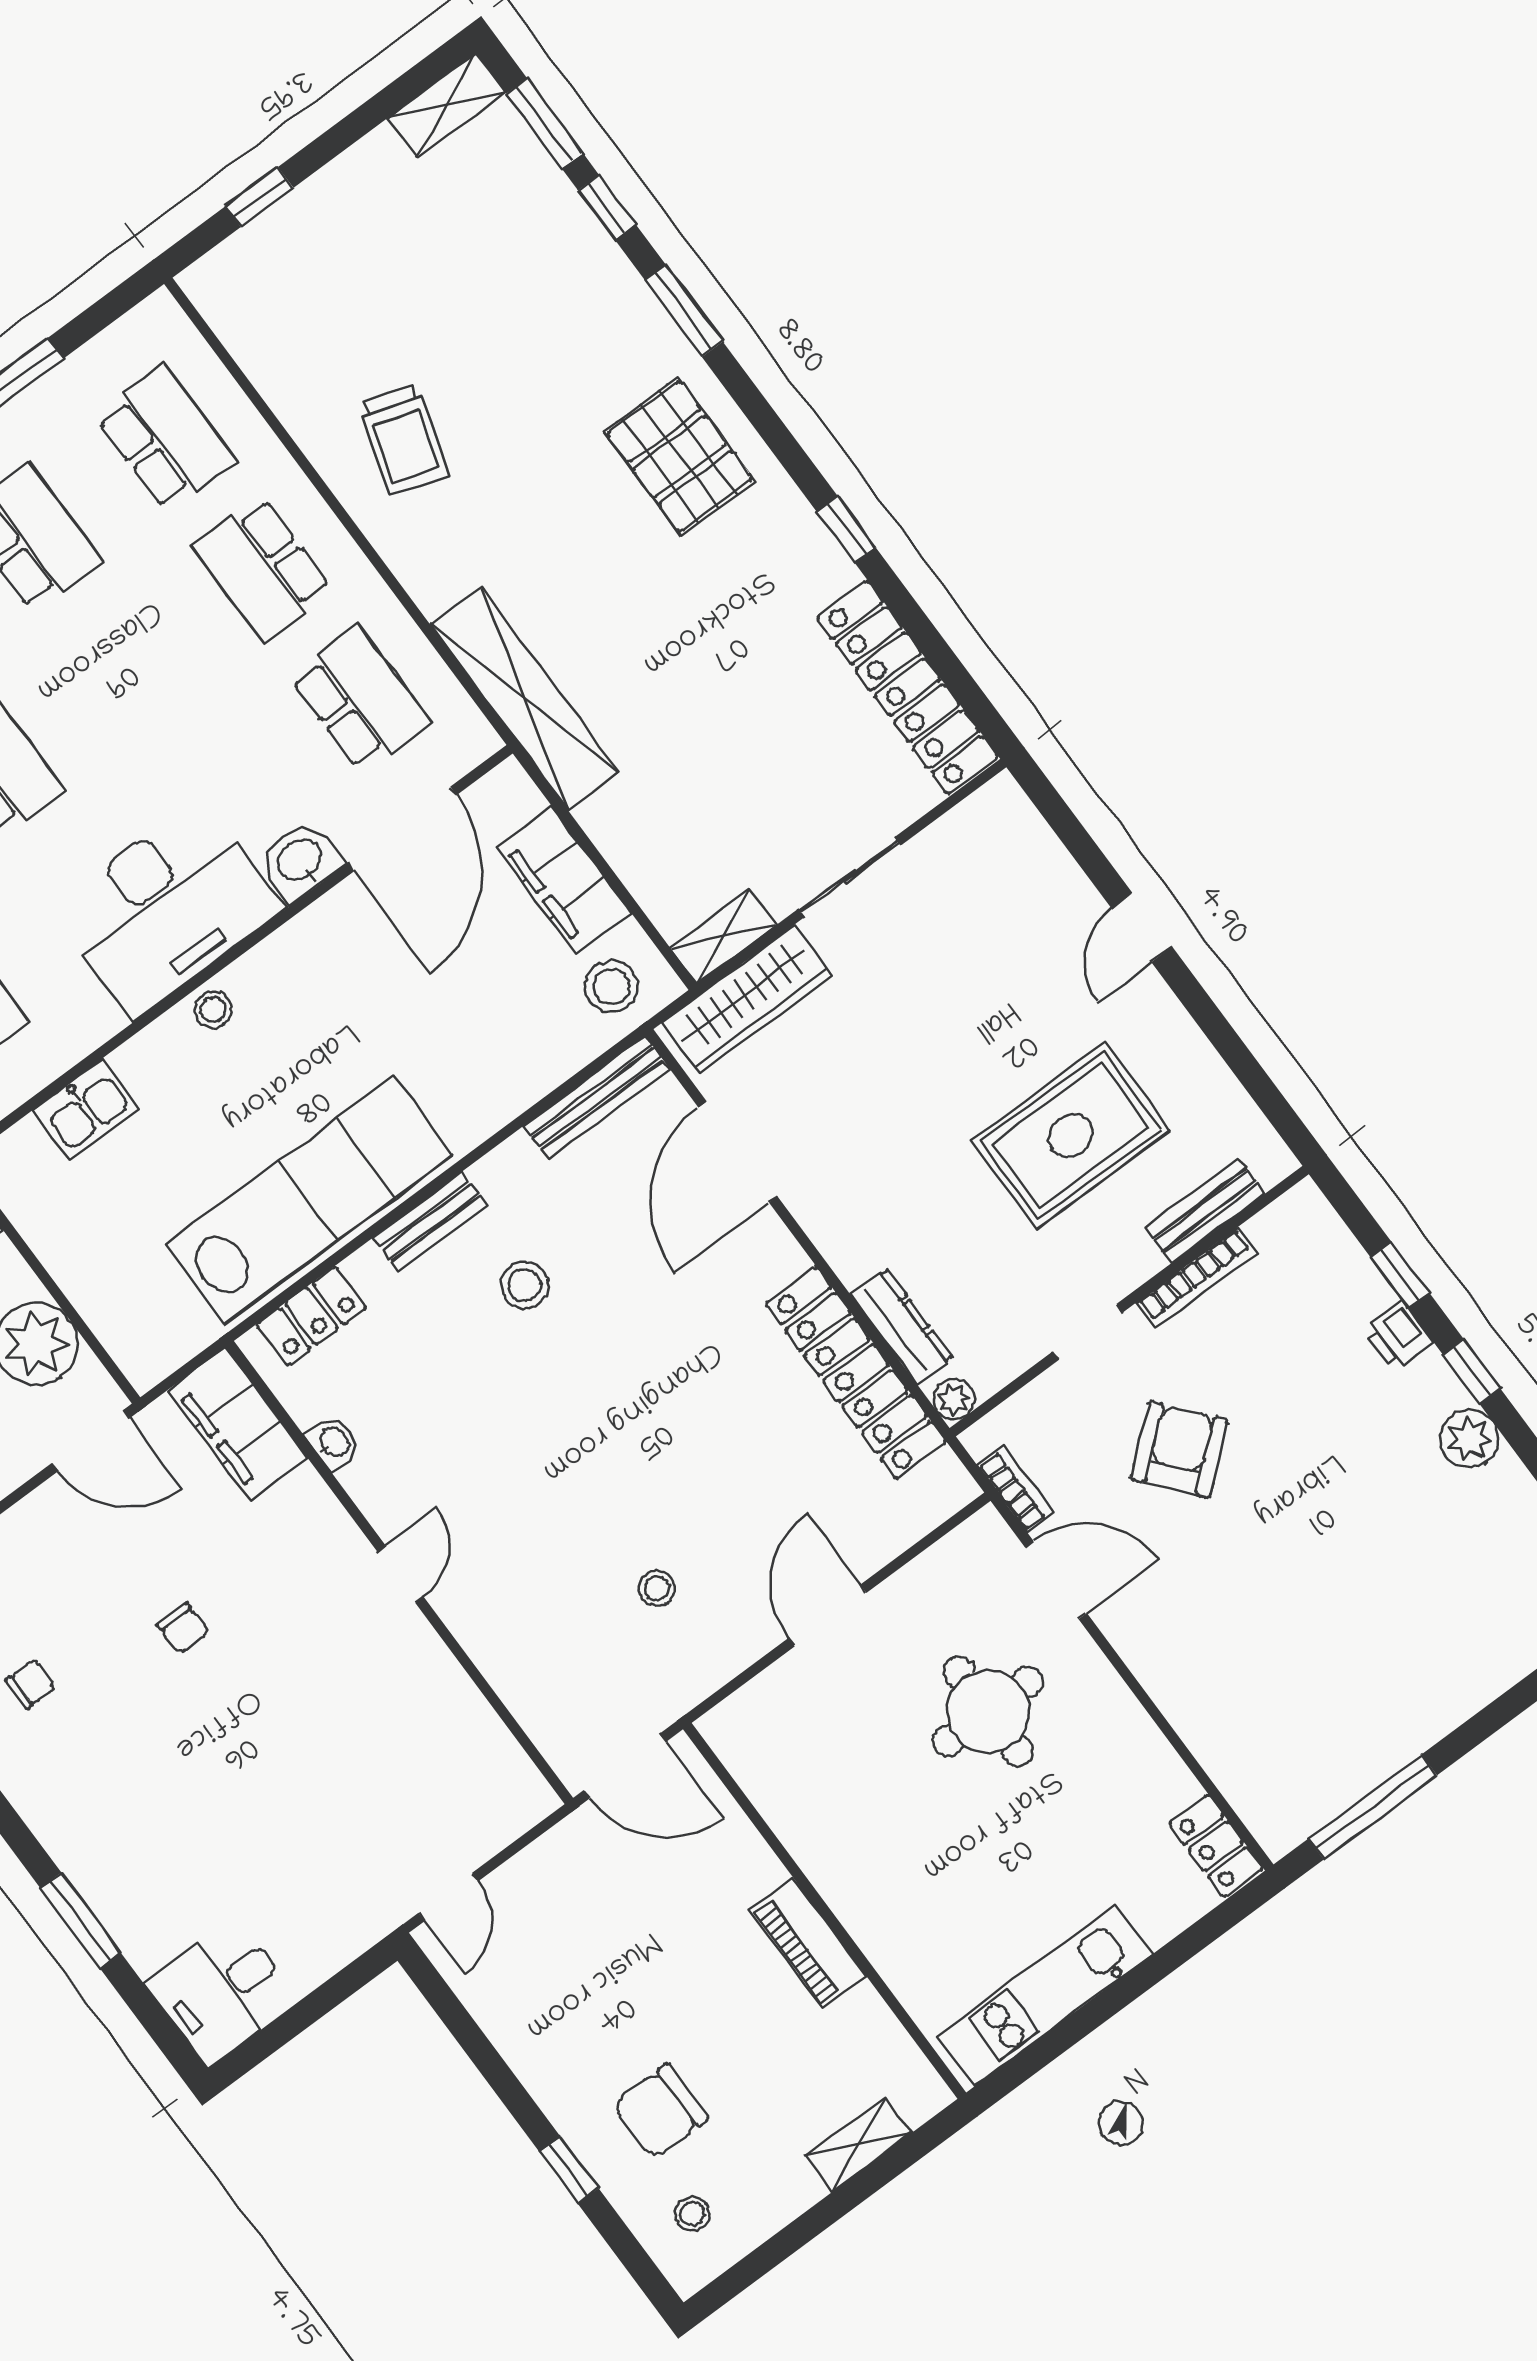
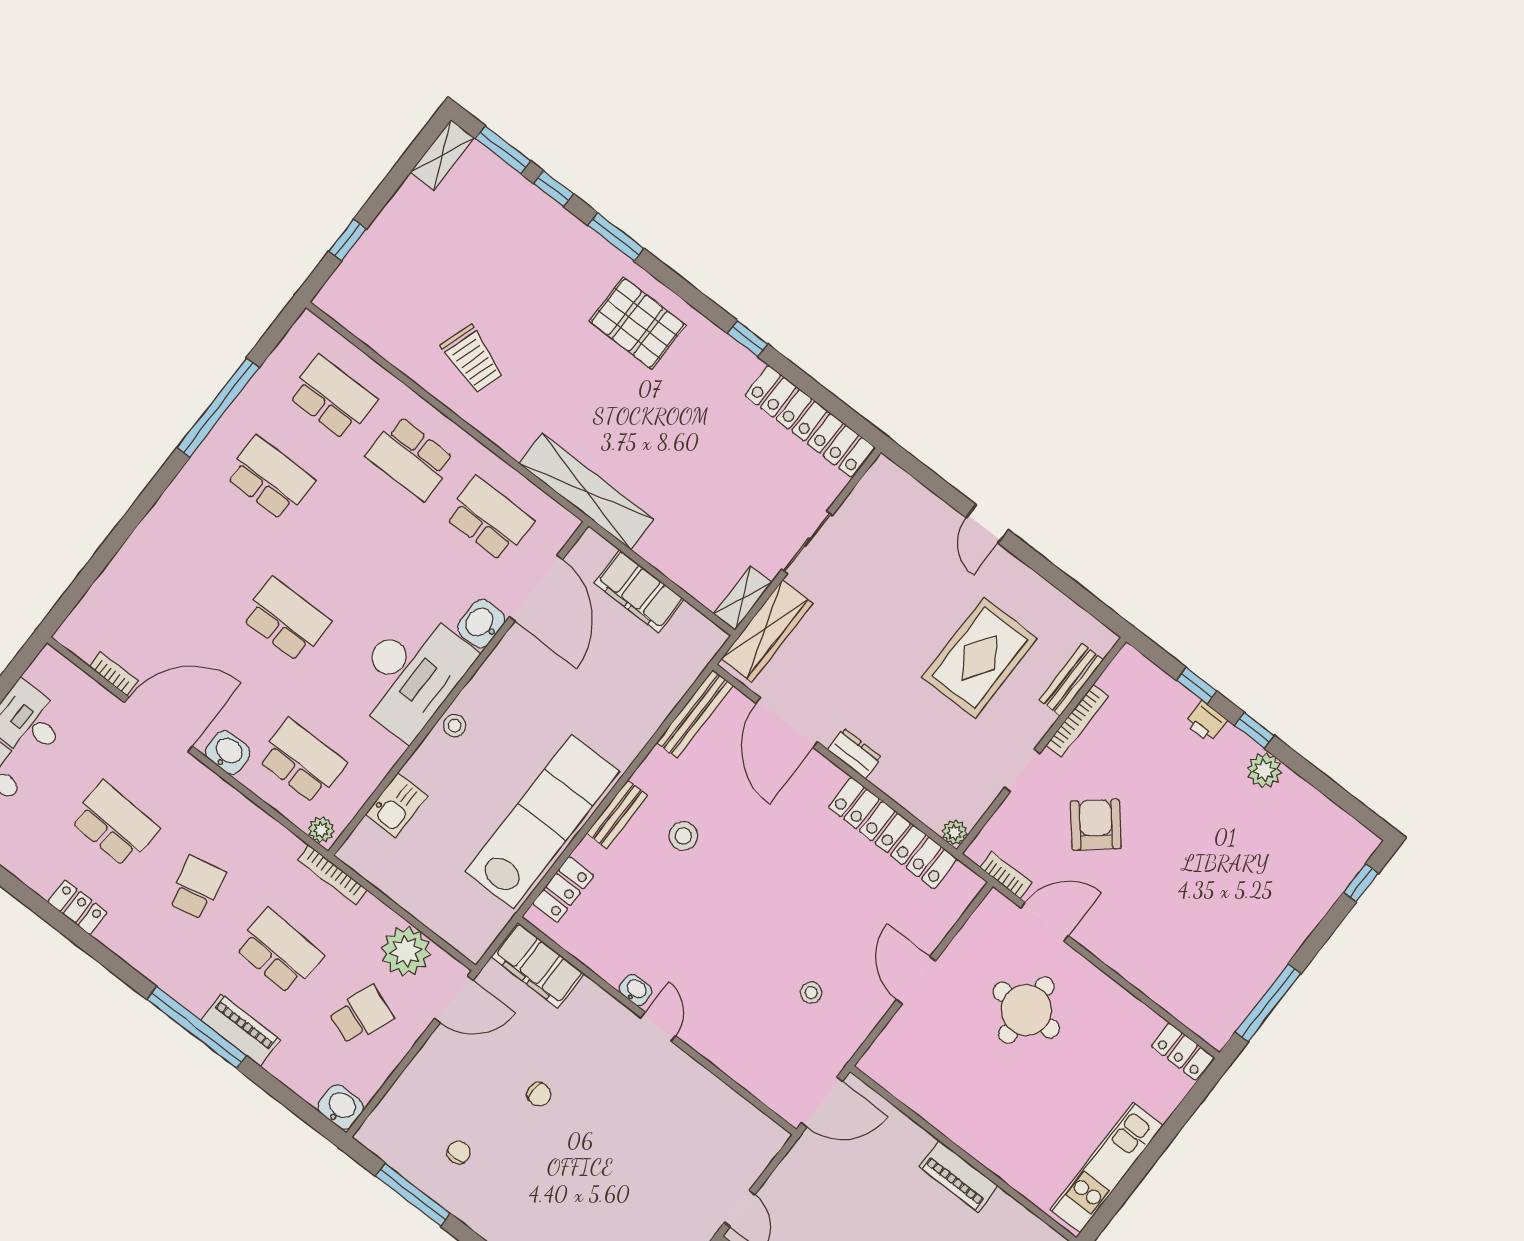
stool: (611, 986) -> (685, 646), removed
dresser: (902, 1326) -> (854, 754), moved, width x0.70
washbasin: (334, 1443) -> (636, 990), moved

